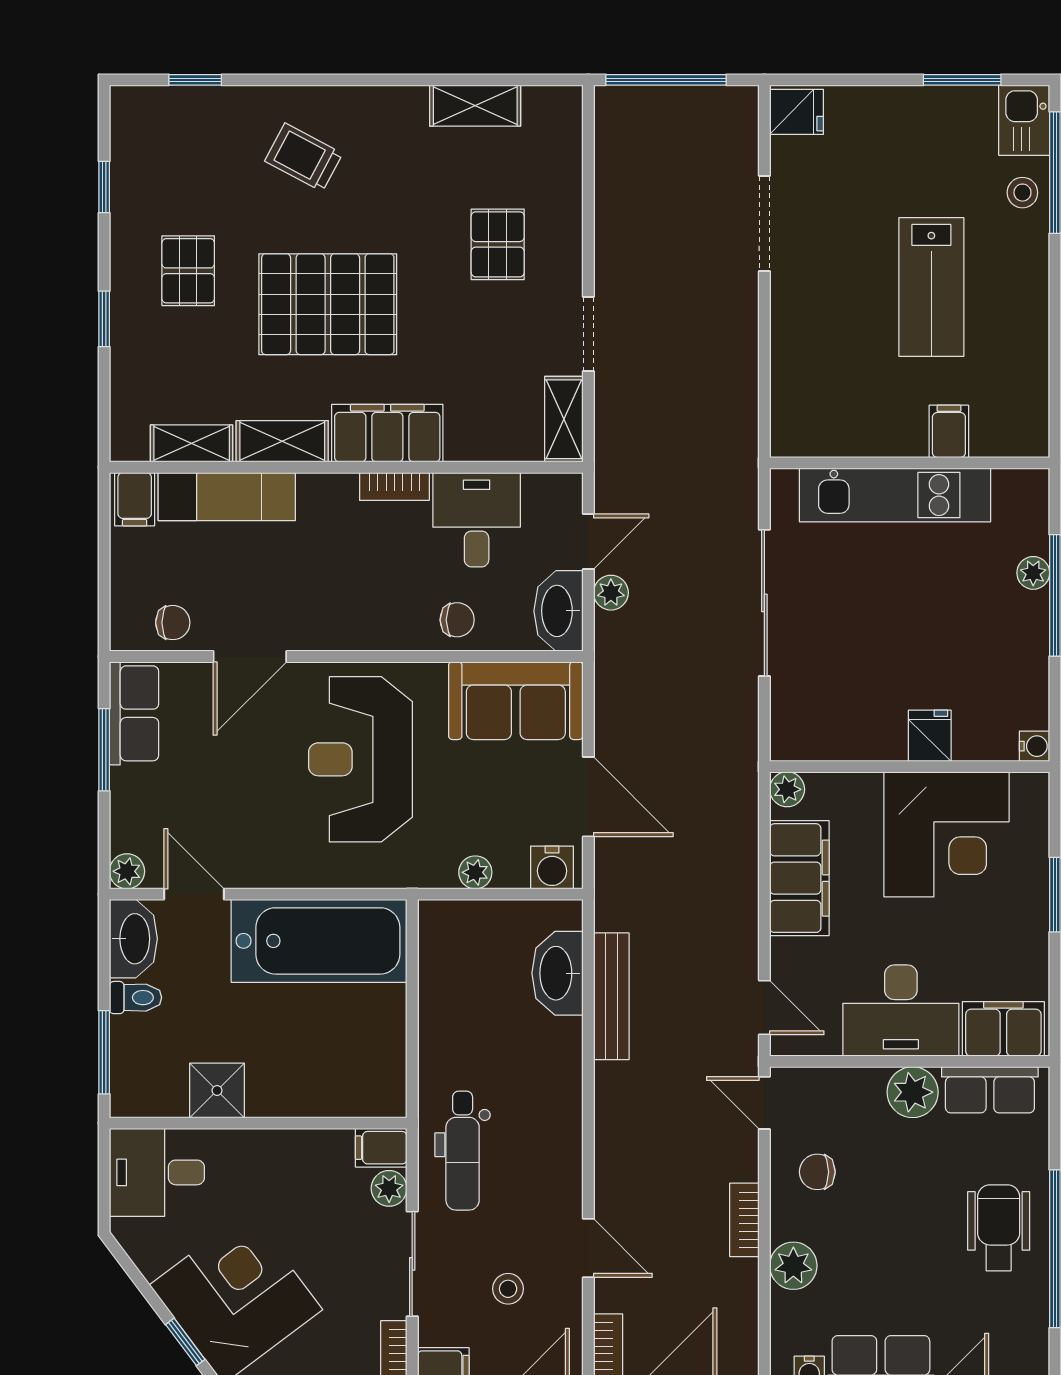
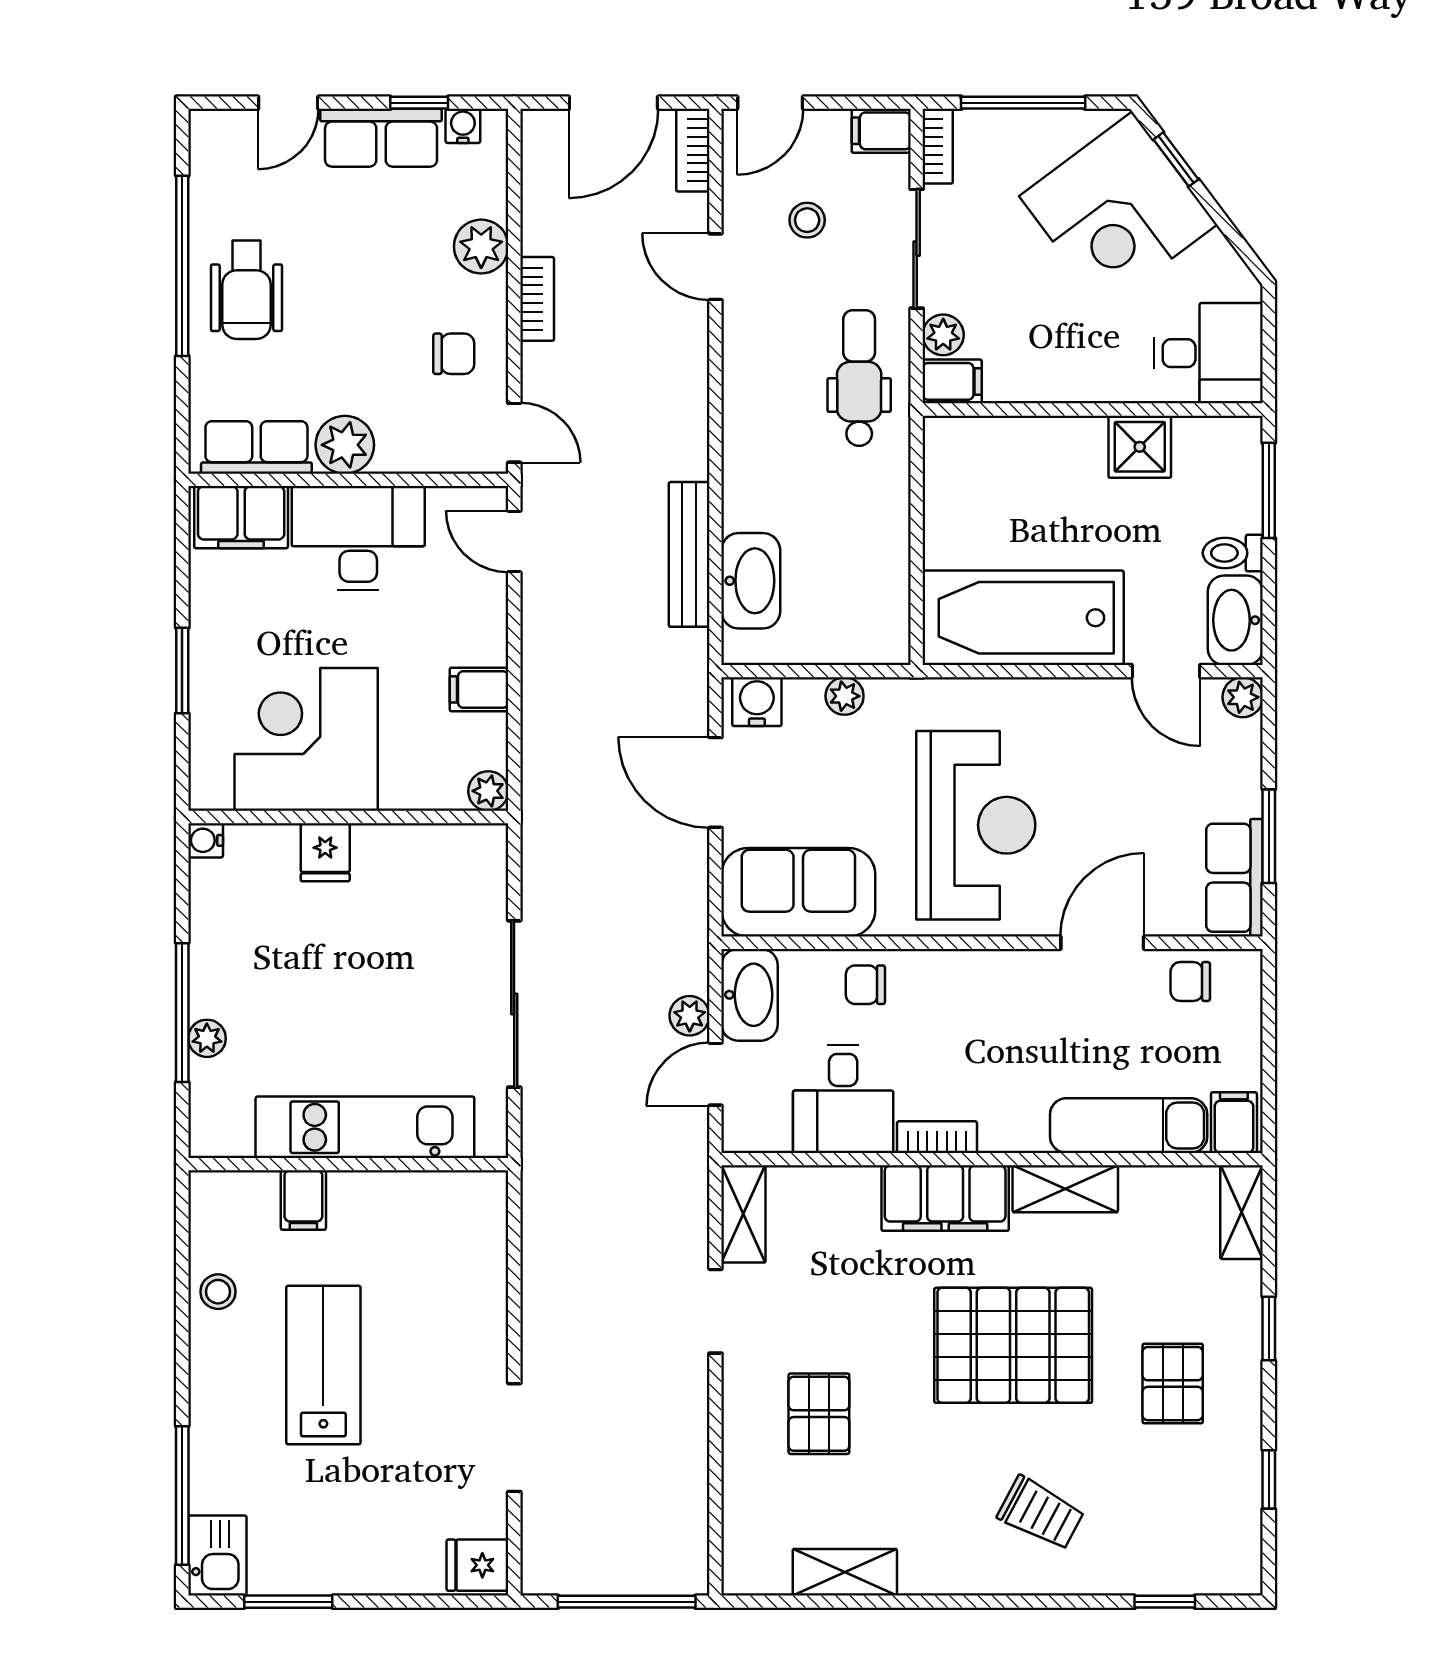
stool: (1022, 193) -> (218, 1292), moved
shelving: (192, 443) -> (1242, 1212), moved, turned 90
filing cabinet: (799, 878) -> (479, 689), width x0.33, depth x0.86

